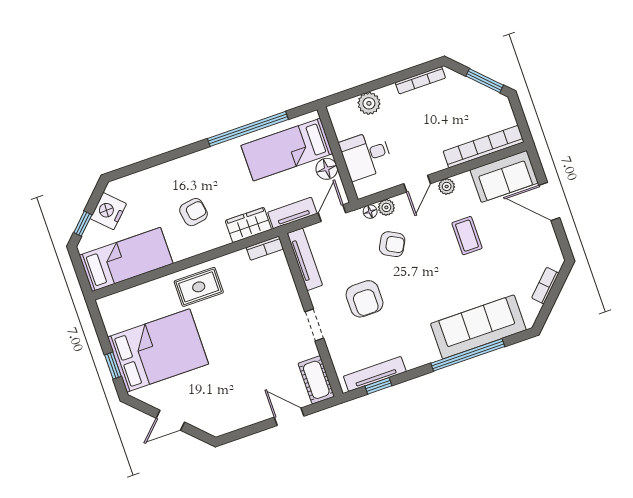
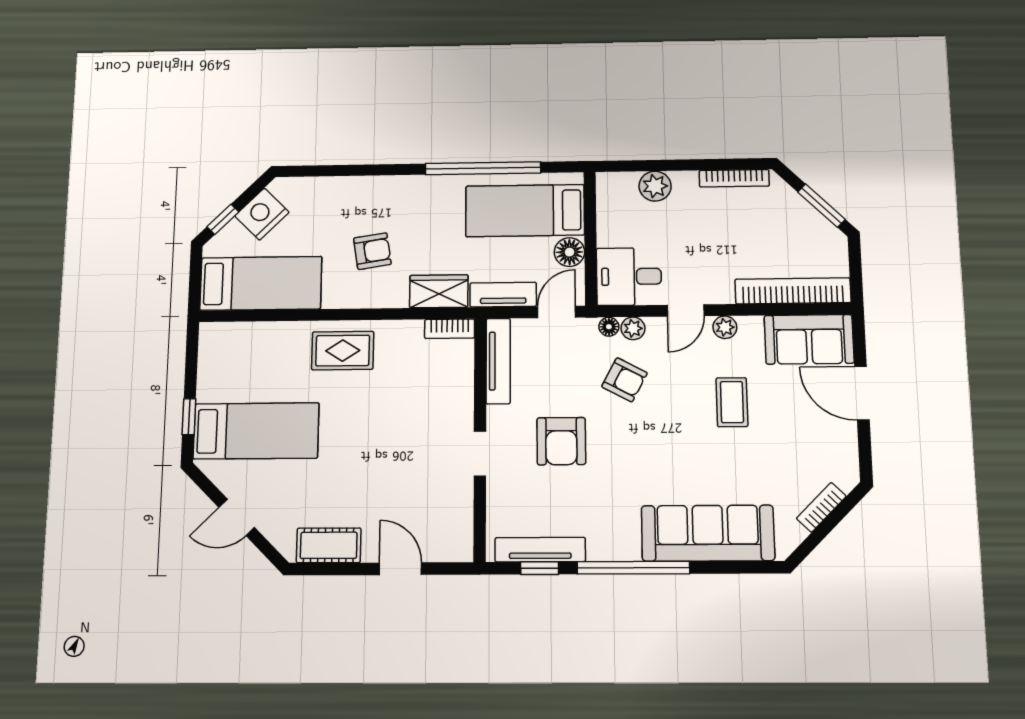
desk: (366, 155) -> (629, 277), moved
bed: (158, 351) -> (256, 431), width x0.67
window: (468, 355) -> (633, 568), moved
cot: (316, 380) -> (329, 545), moved, turned 90

